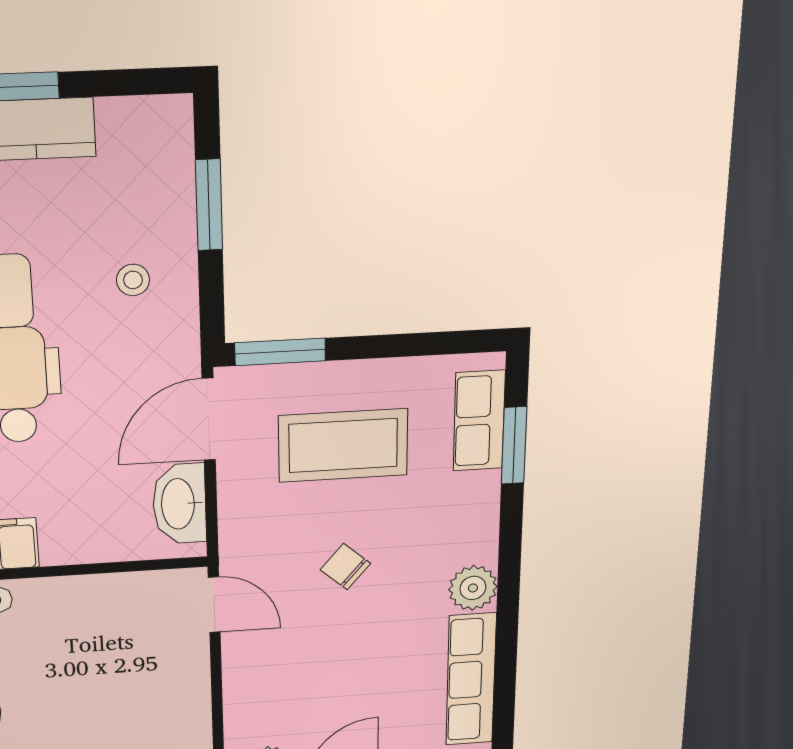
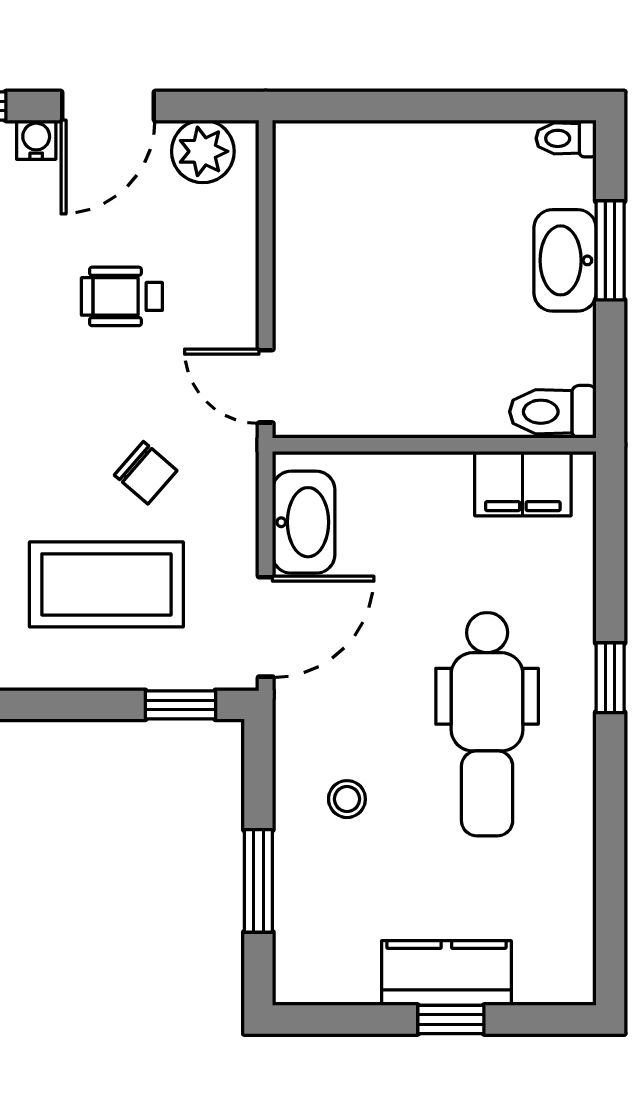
window: (280, 352) -> (180, 705), width x0.67
chair: (345, 567) -> (146, 473), moved
wheelchair: (331, 662) -> (122, 296), added

